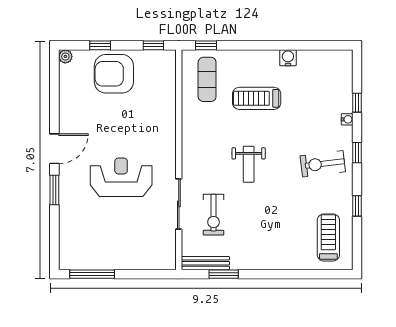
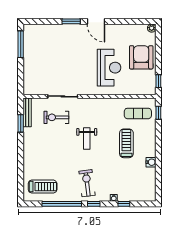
window: (100, 45) -> (158, 49), removed
weight bench: (249, 164) -> (87, 138), turned -90
reception desk: (121, 177) -> (109, 68), moved
window: (357, 206) -> (62, 204), width x3.17

